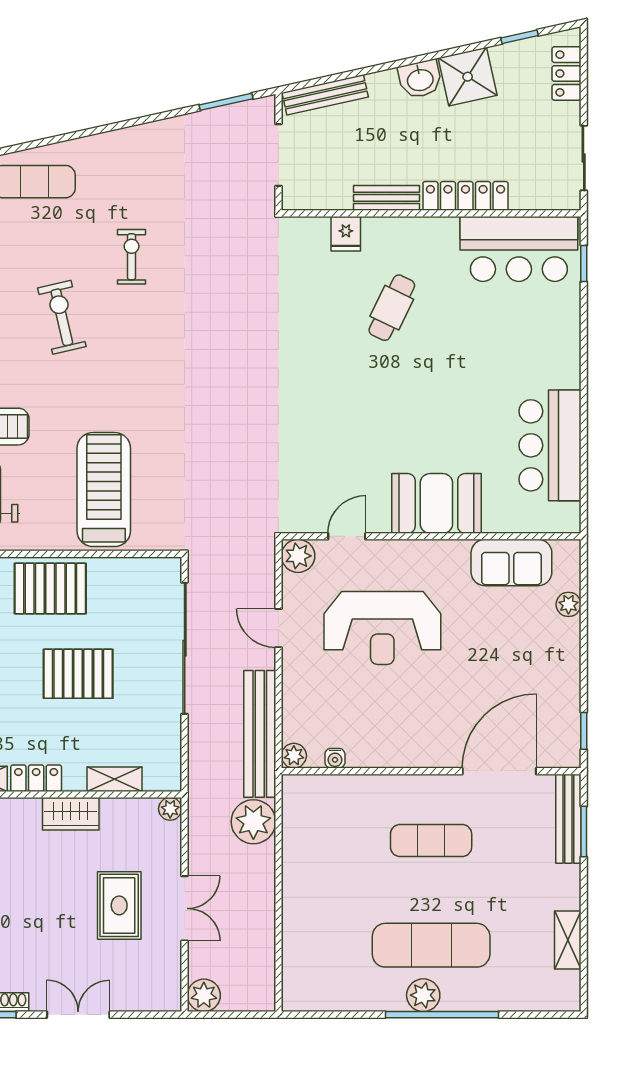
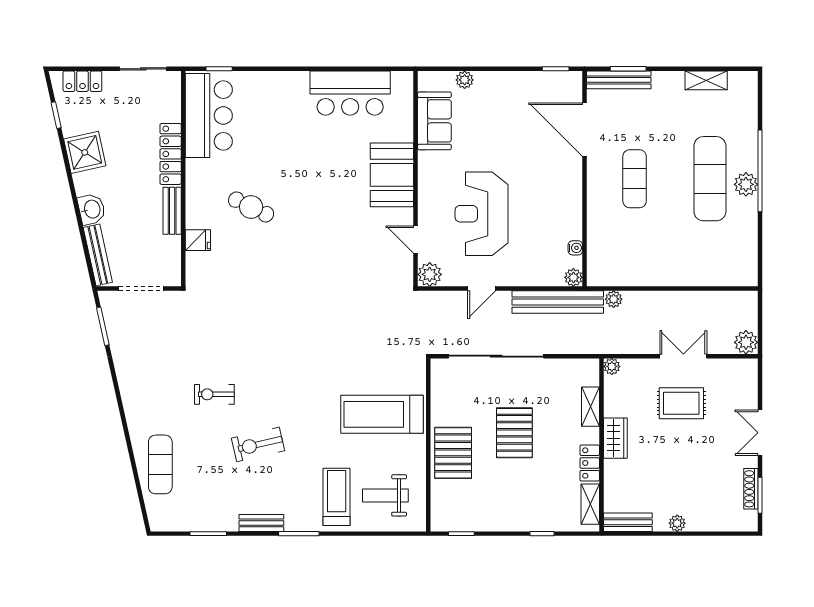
washbasin: (420, 79) -> (92, 209), moved
reception desk: (382, 628) -> (482, 214), turned 180
plant: (253, 822) -> (614, 299), width x0.53, depth x0.53

